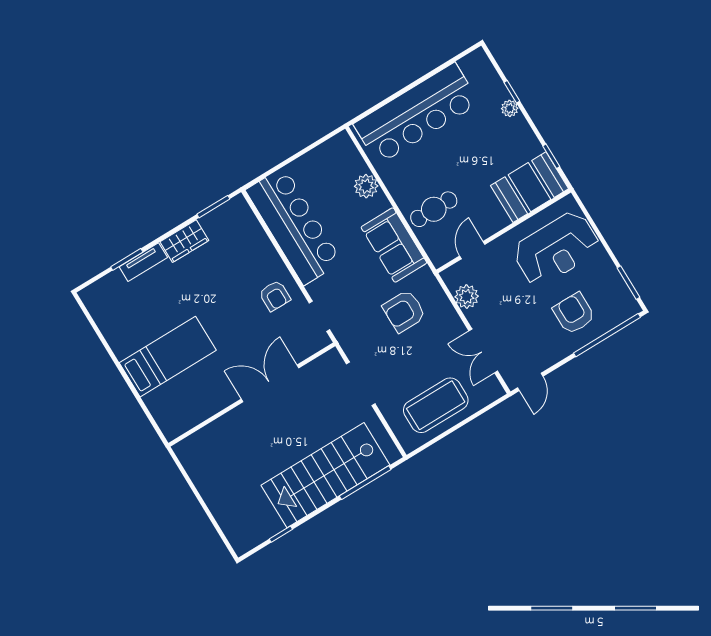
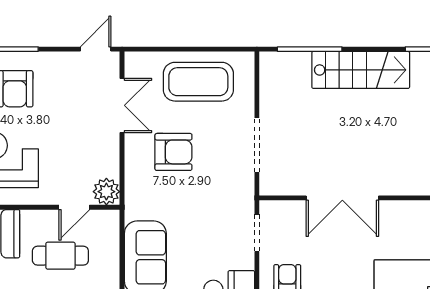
cafe table: (434, 209) -> (60, 256), moved
plant: (467, 297) -> (106, 192), moved
armchair: (404, 311) -> (173, 152), moved
stairs: (325, 475) -> (361, 70), width x0.73, depth x0.66

